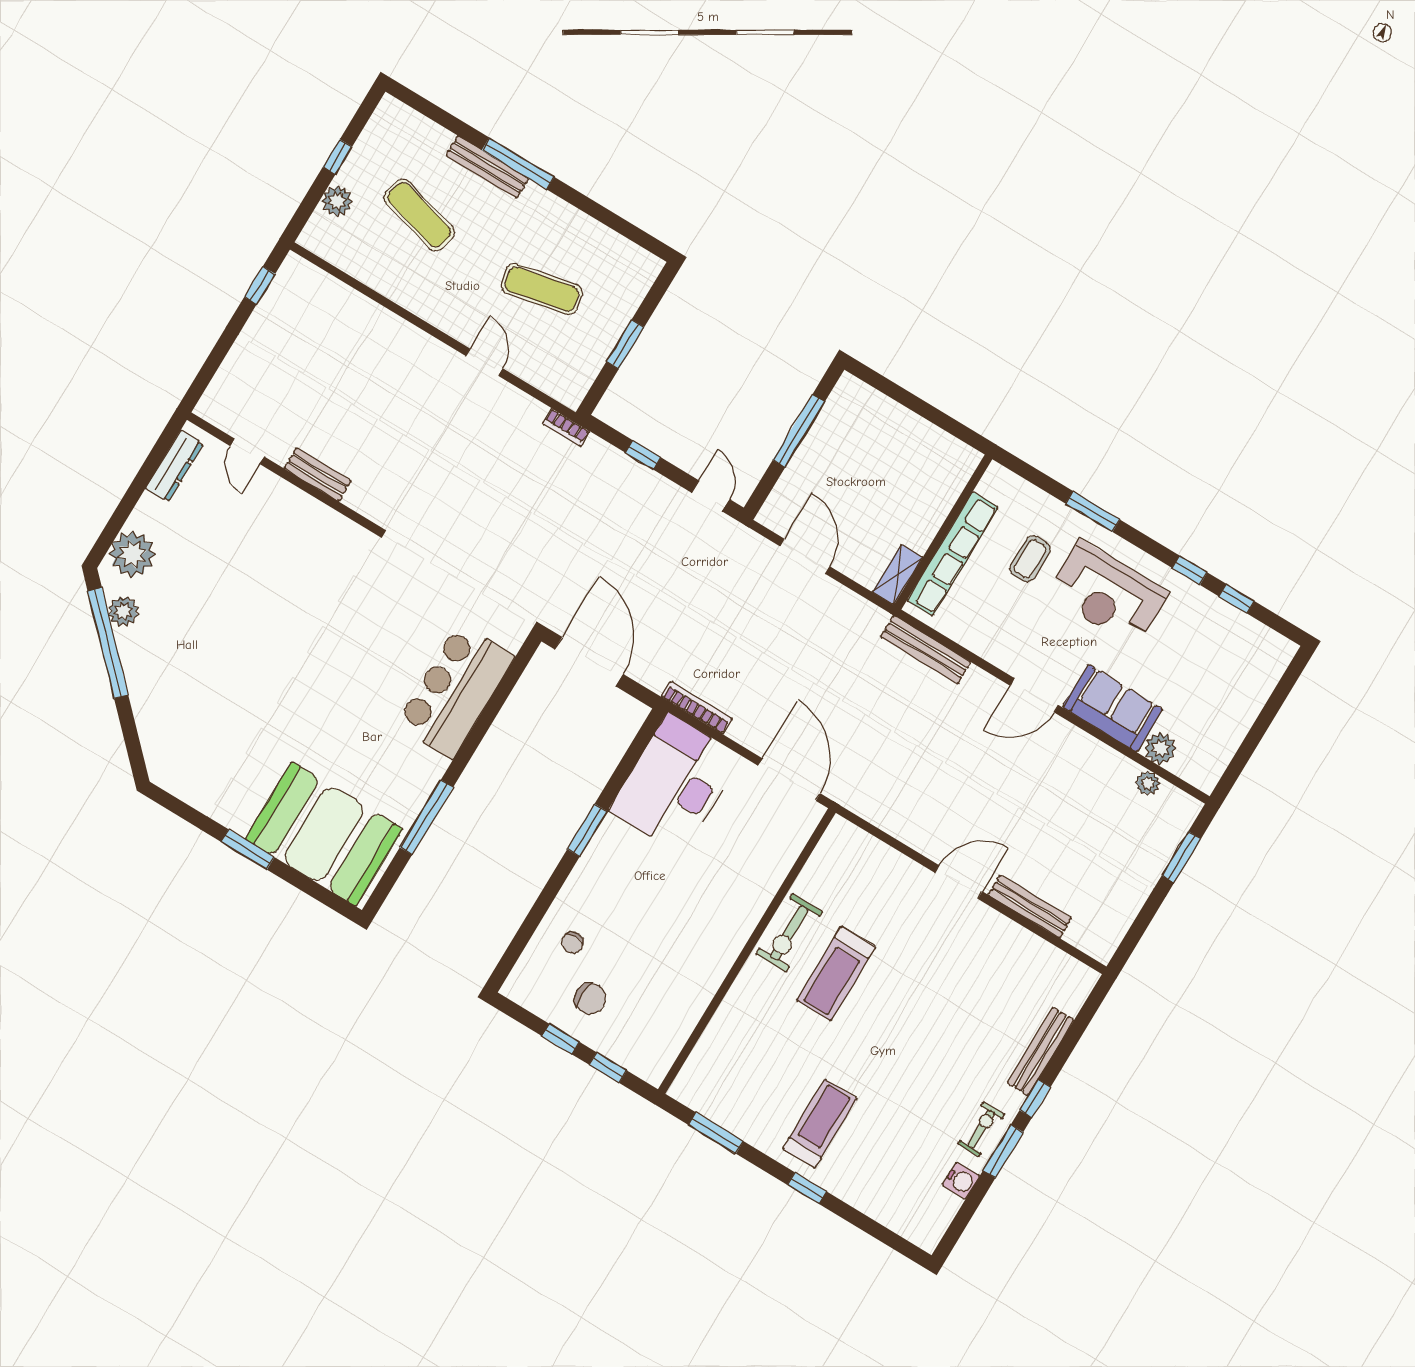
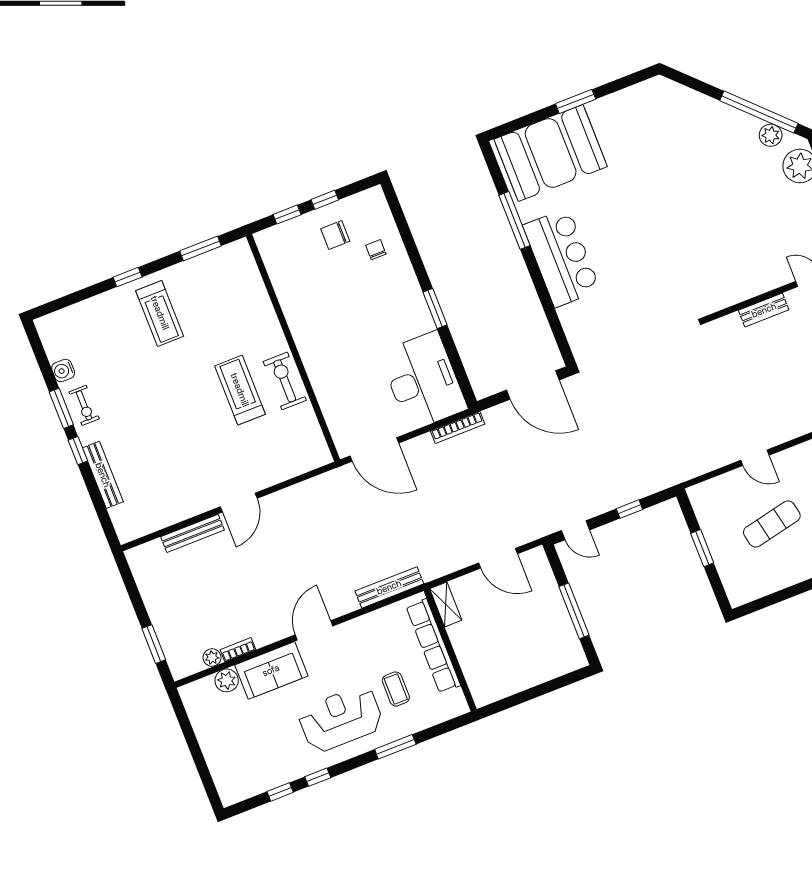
bookcase: (566, 427) -> (238, 650), moved
bar counter: (455, 691) -> (561, 258), moved

